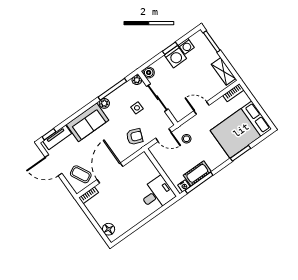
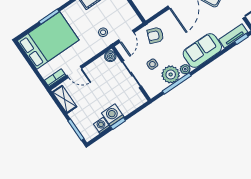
boiler: (149, 73) -> (110, 56), moved
plant: (137, 80) -> (171, 74), moved, width x1.87, depth x1.87
door: (202, 108) -> (74, 72), moved
door: (163, 135) -> (126, 36), swing flipped

